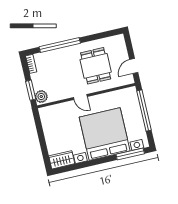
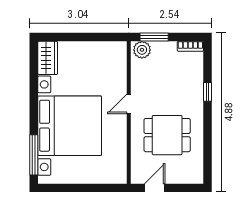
window: (60, 45) -> (207, 92), width x0.32
door: (134, 66) -> (155, 188), hinge flipped
window: (144, 110) -> (90, 188), removed

